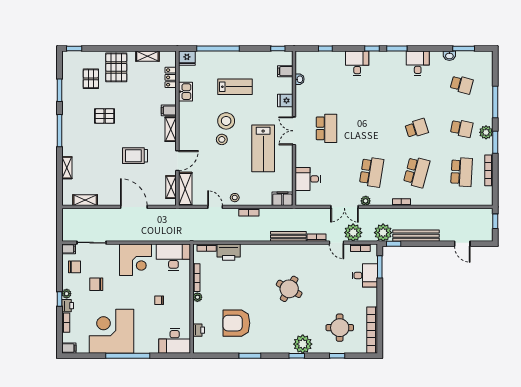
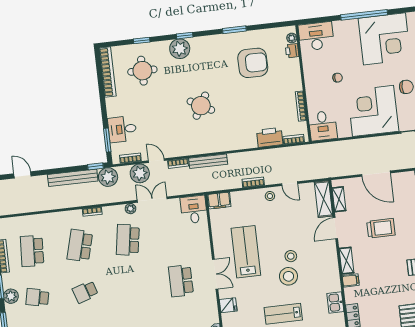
desk: (308, 179) -> (194, 210), moved, turned -90
desk: (173, 257) -> (323, 126), width x0.73
corner desk: (136, 260) -> (373, 111), width x1.36, depth x1.36
plant: (197, 297) -> (292, 38), moved

